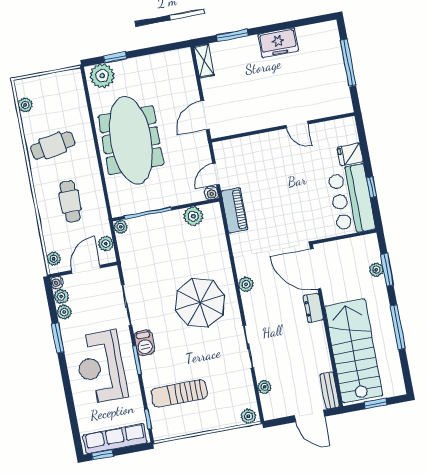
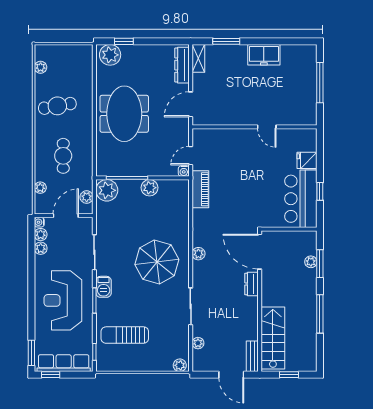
dresser: (187, 72) -> (182, 65), added
meeting table: (131, 140) -> (124, 114), width x0.73
plant: (193, 216) -> (149, 188), moved
plant: (121, 227) -> (107, 190), width x1.88, depth x1.88
plant: (54, 259) -> (40, 188), moved
window: (58, 338) -> (31, 353), moved
stairs: (354, 351) -> (273, 338), width x0.73, depth x0.66

